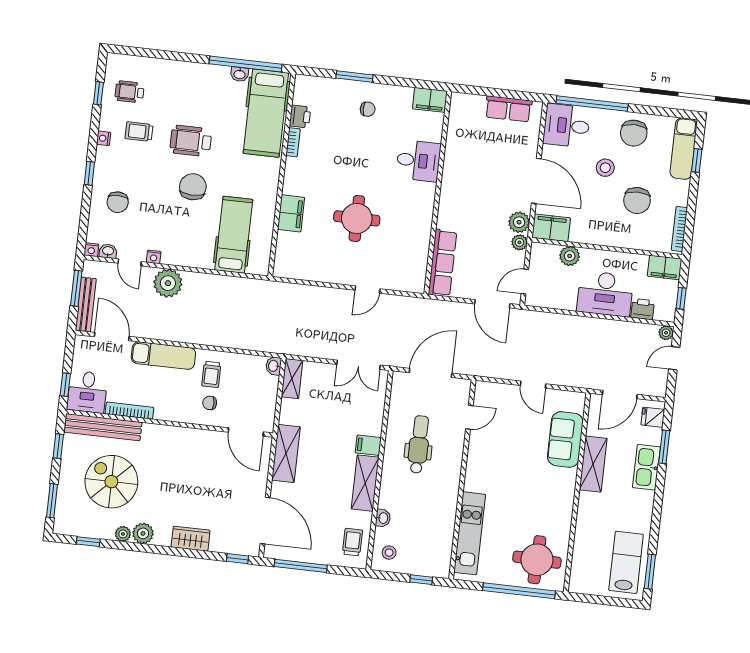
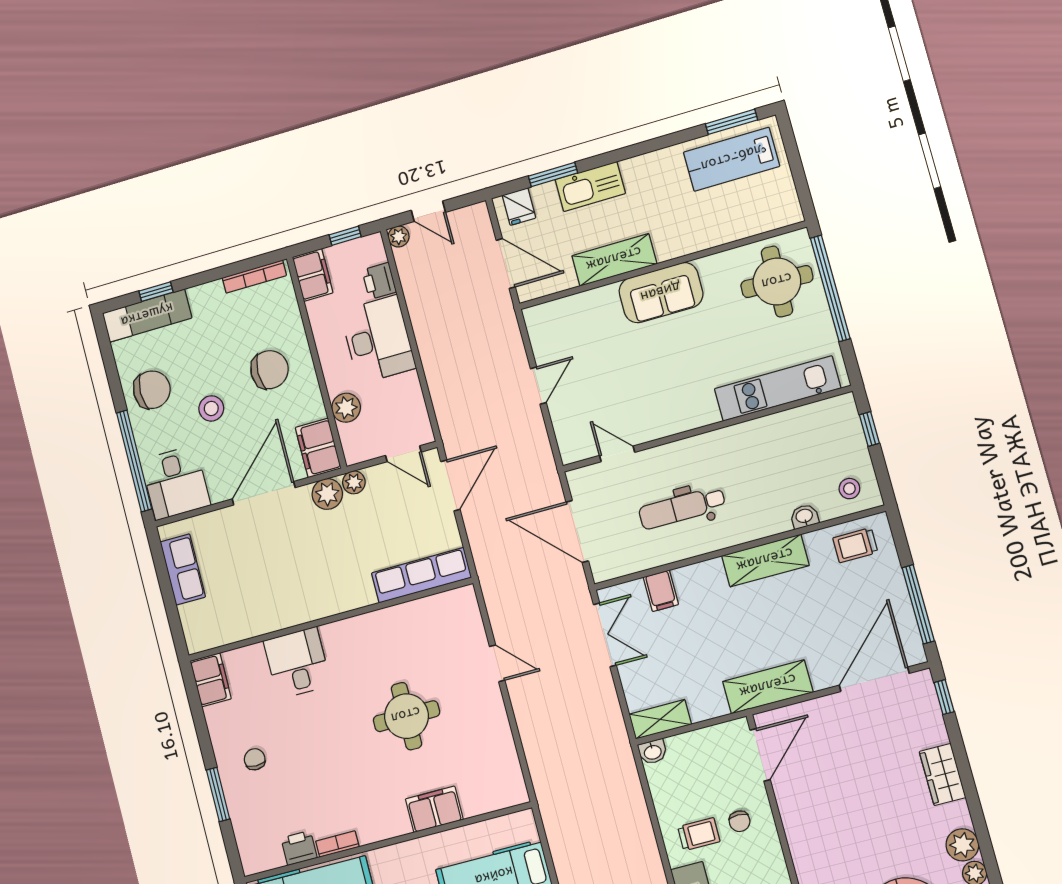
chair: (637, 200) -> (270, 370), moved
sofa: (565, 439) -> (661, 293), moved
filing cabinet: (368, 445) -> (661, 591), moved

